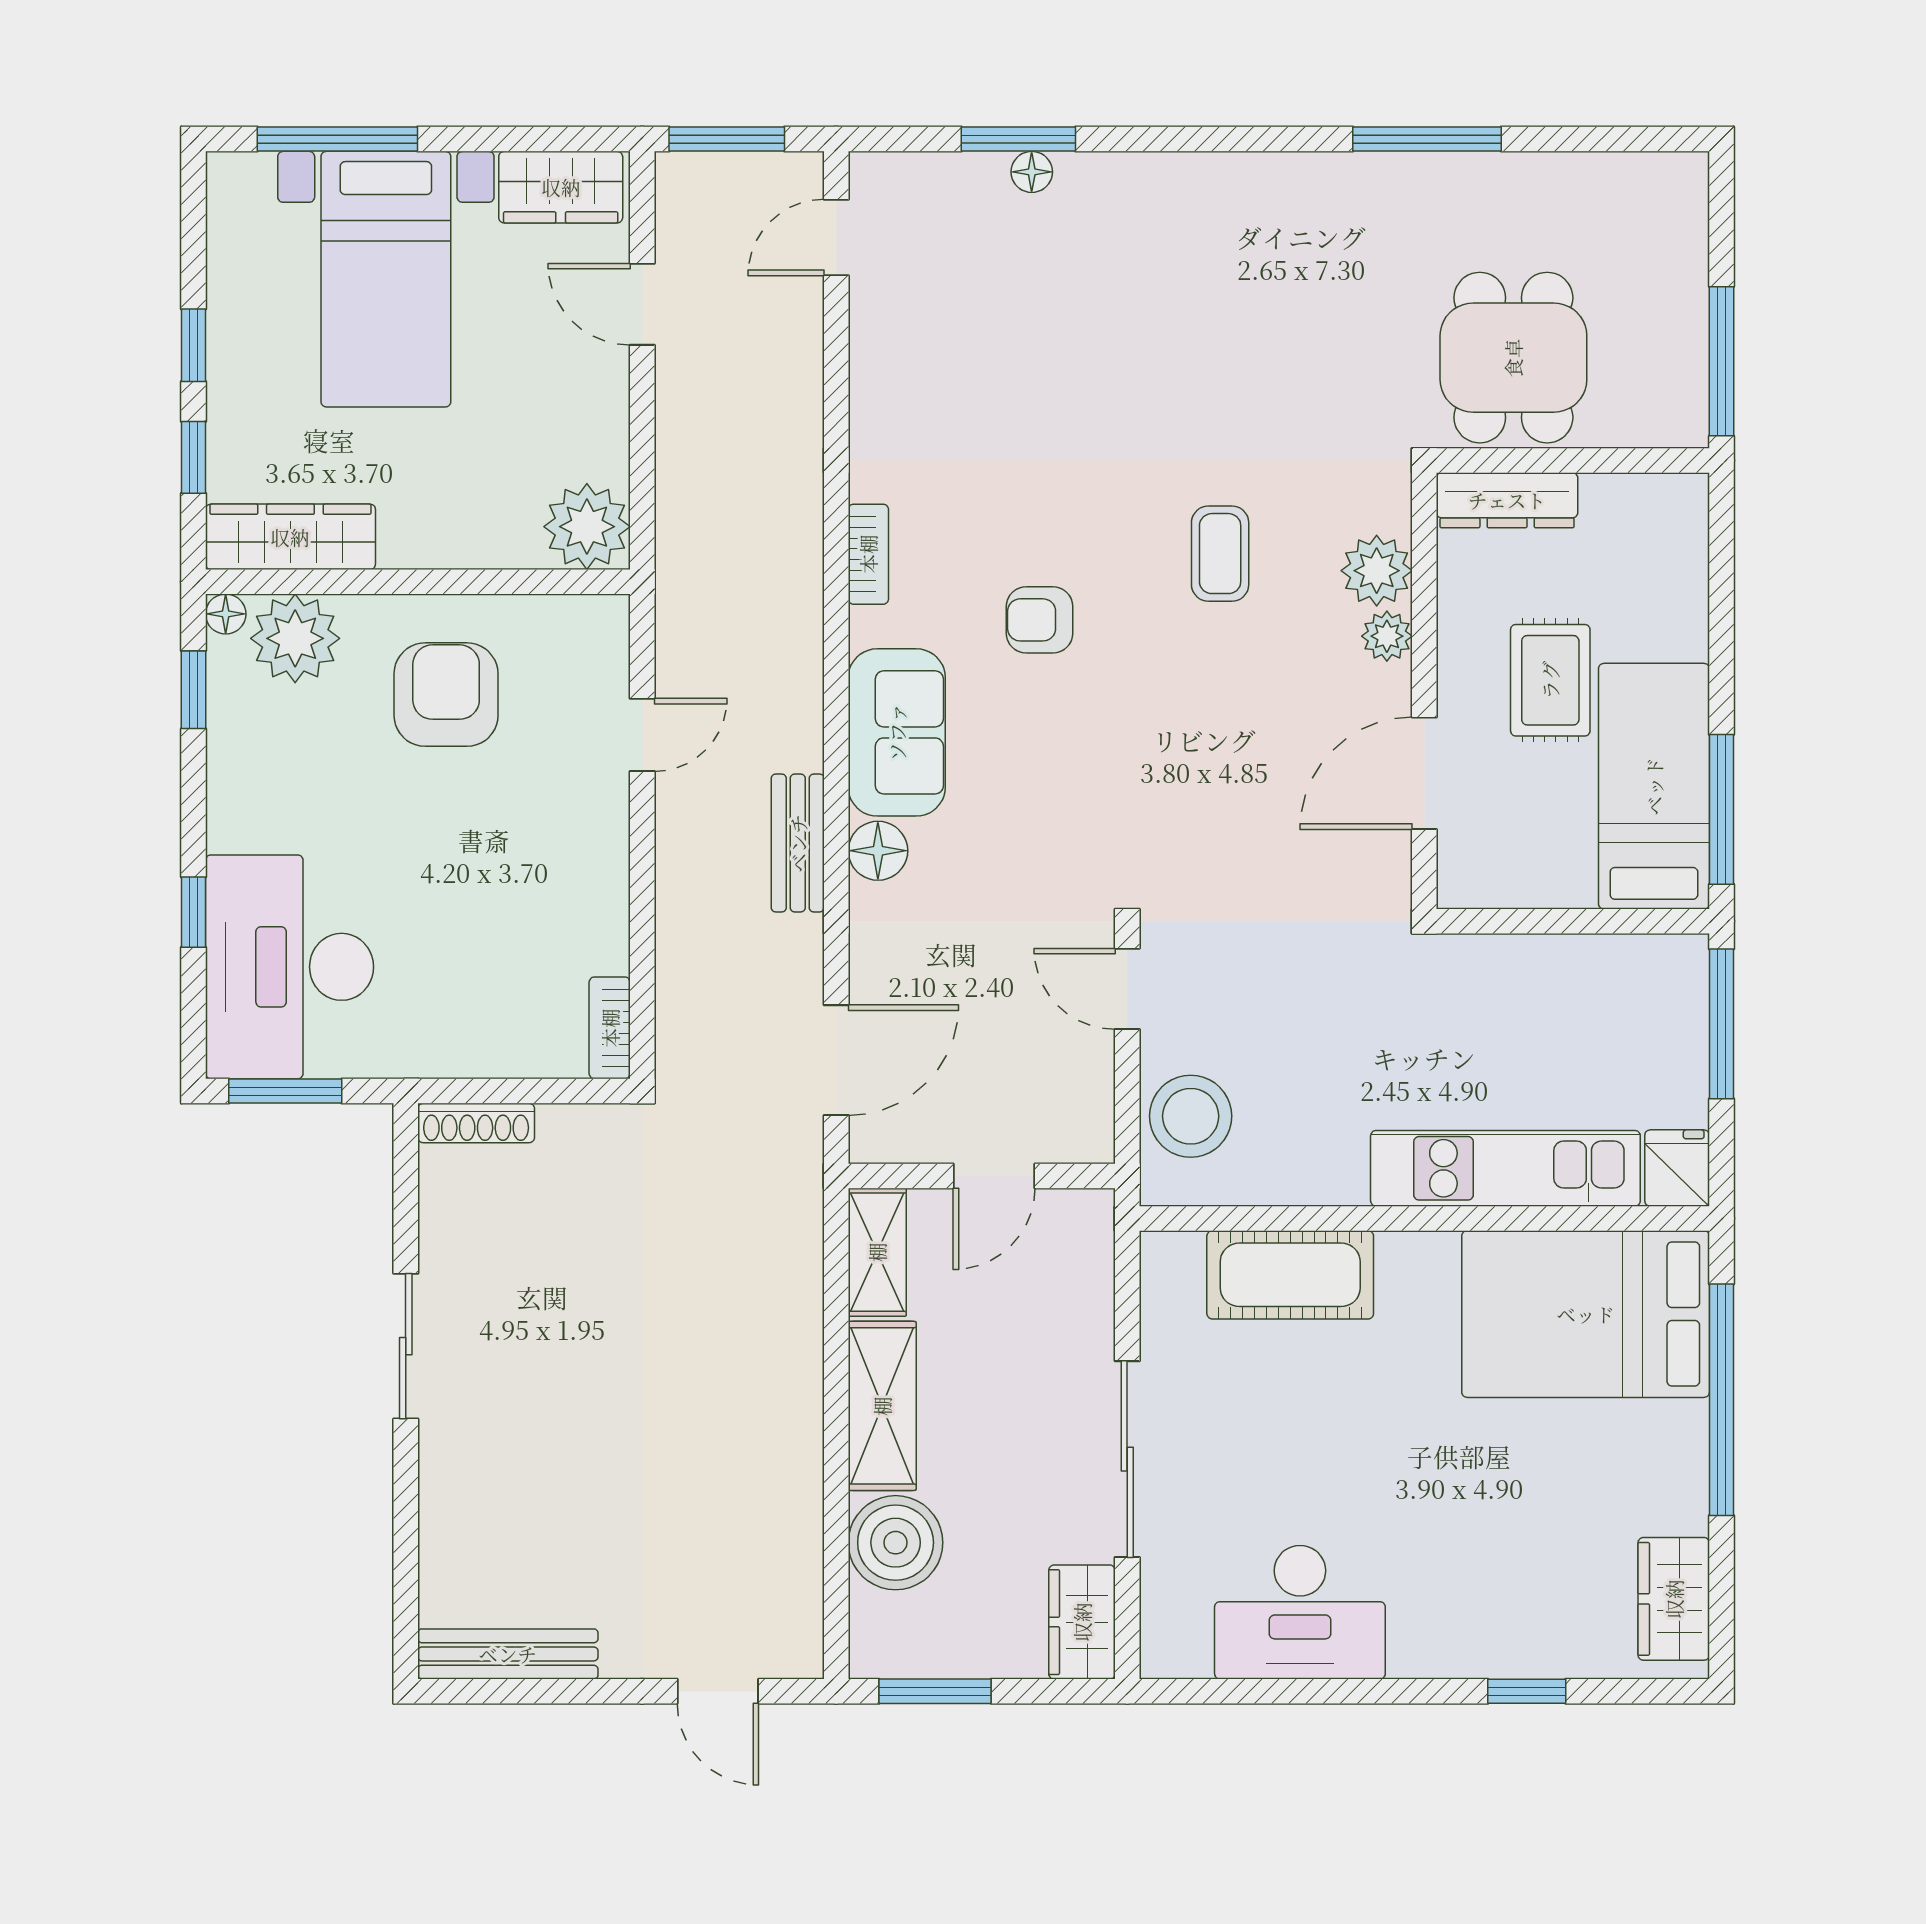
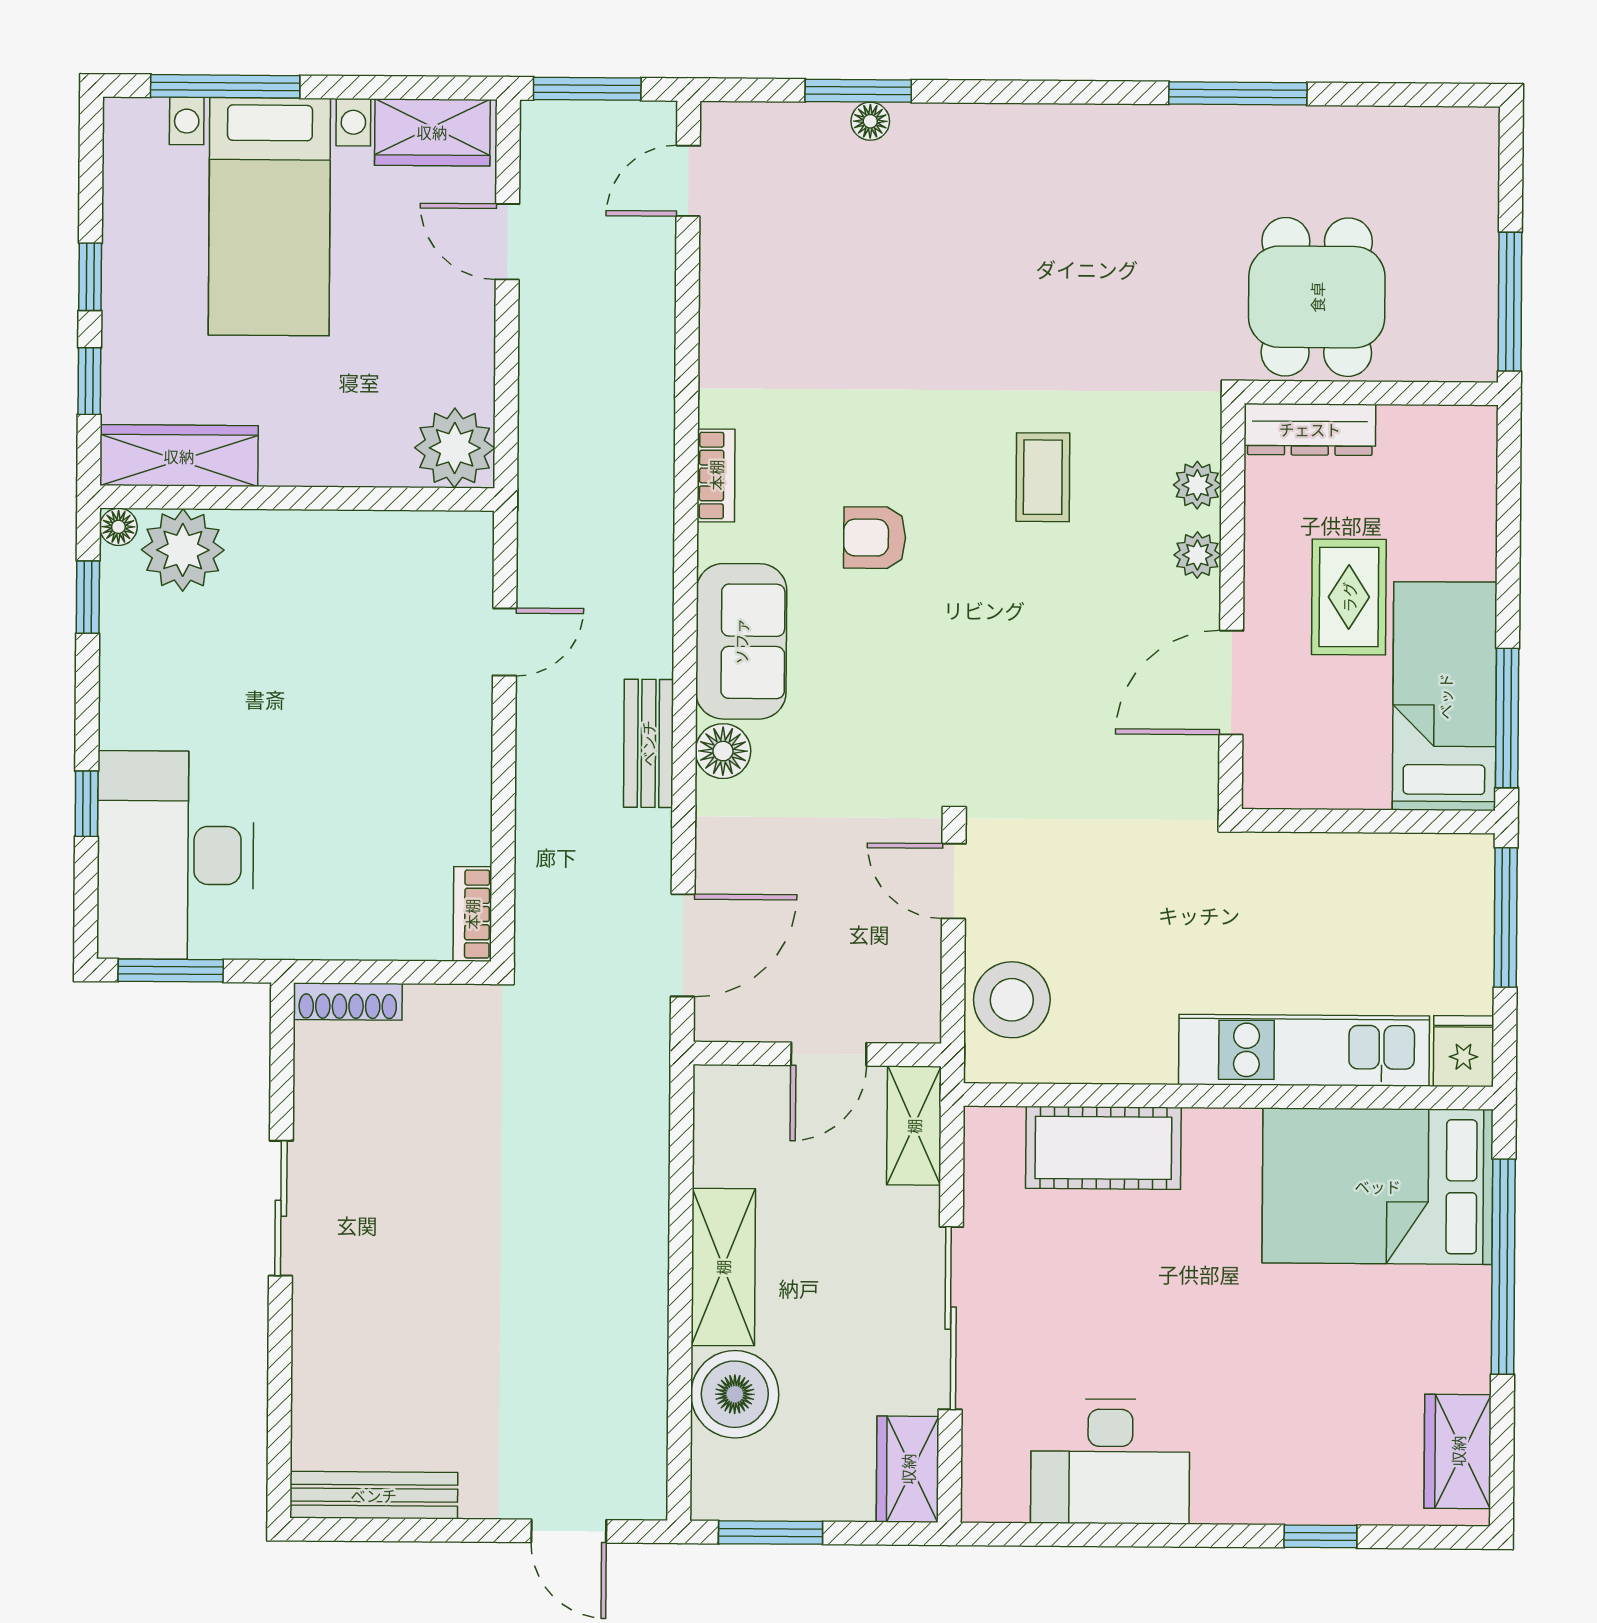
plant: (1377, 571) -> (1197, 485), width x0.73, depth x0.73
armchair: (446, 695) -> (323, 603), removed
shelving: (877, 1252) -> (914, 1126), moved

